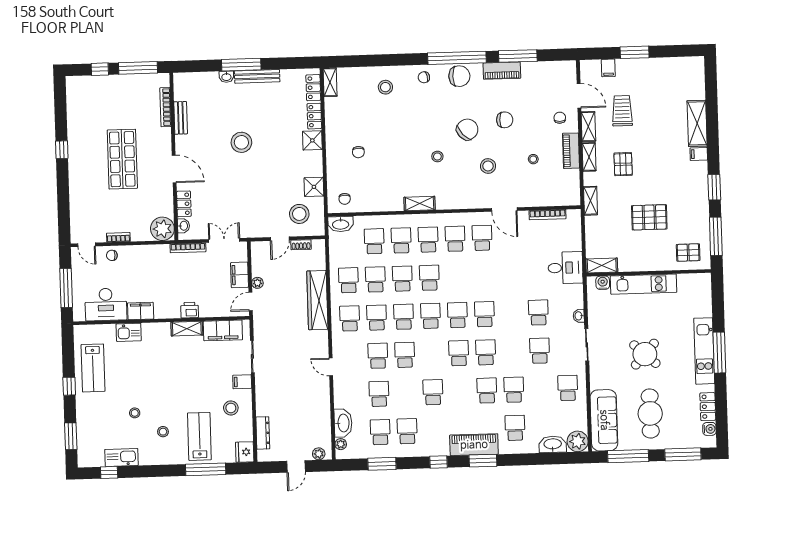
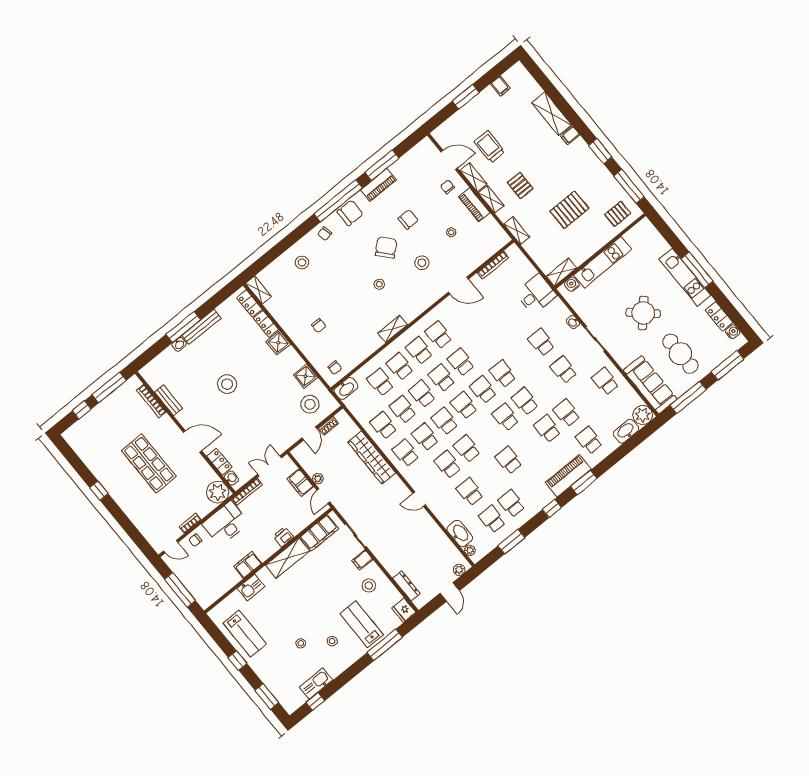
filing cabinet: (608, 68) -> (500, 86), moved
school desk: (482, 238) -> (461, 362), moved
desk: (106, 304) -> (226, 523), moved, turned 180
shelving: (187, 329) -> (287, 558), width x1.50, depth x1.33

